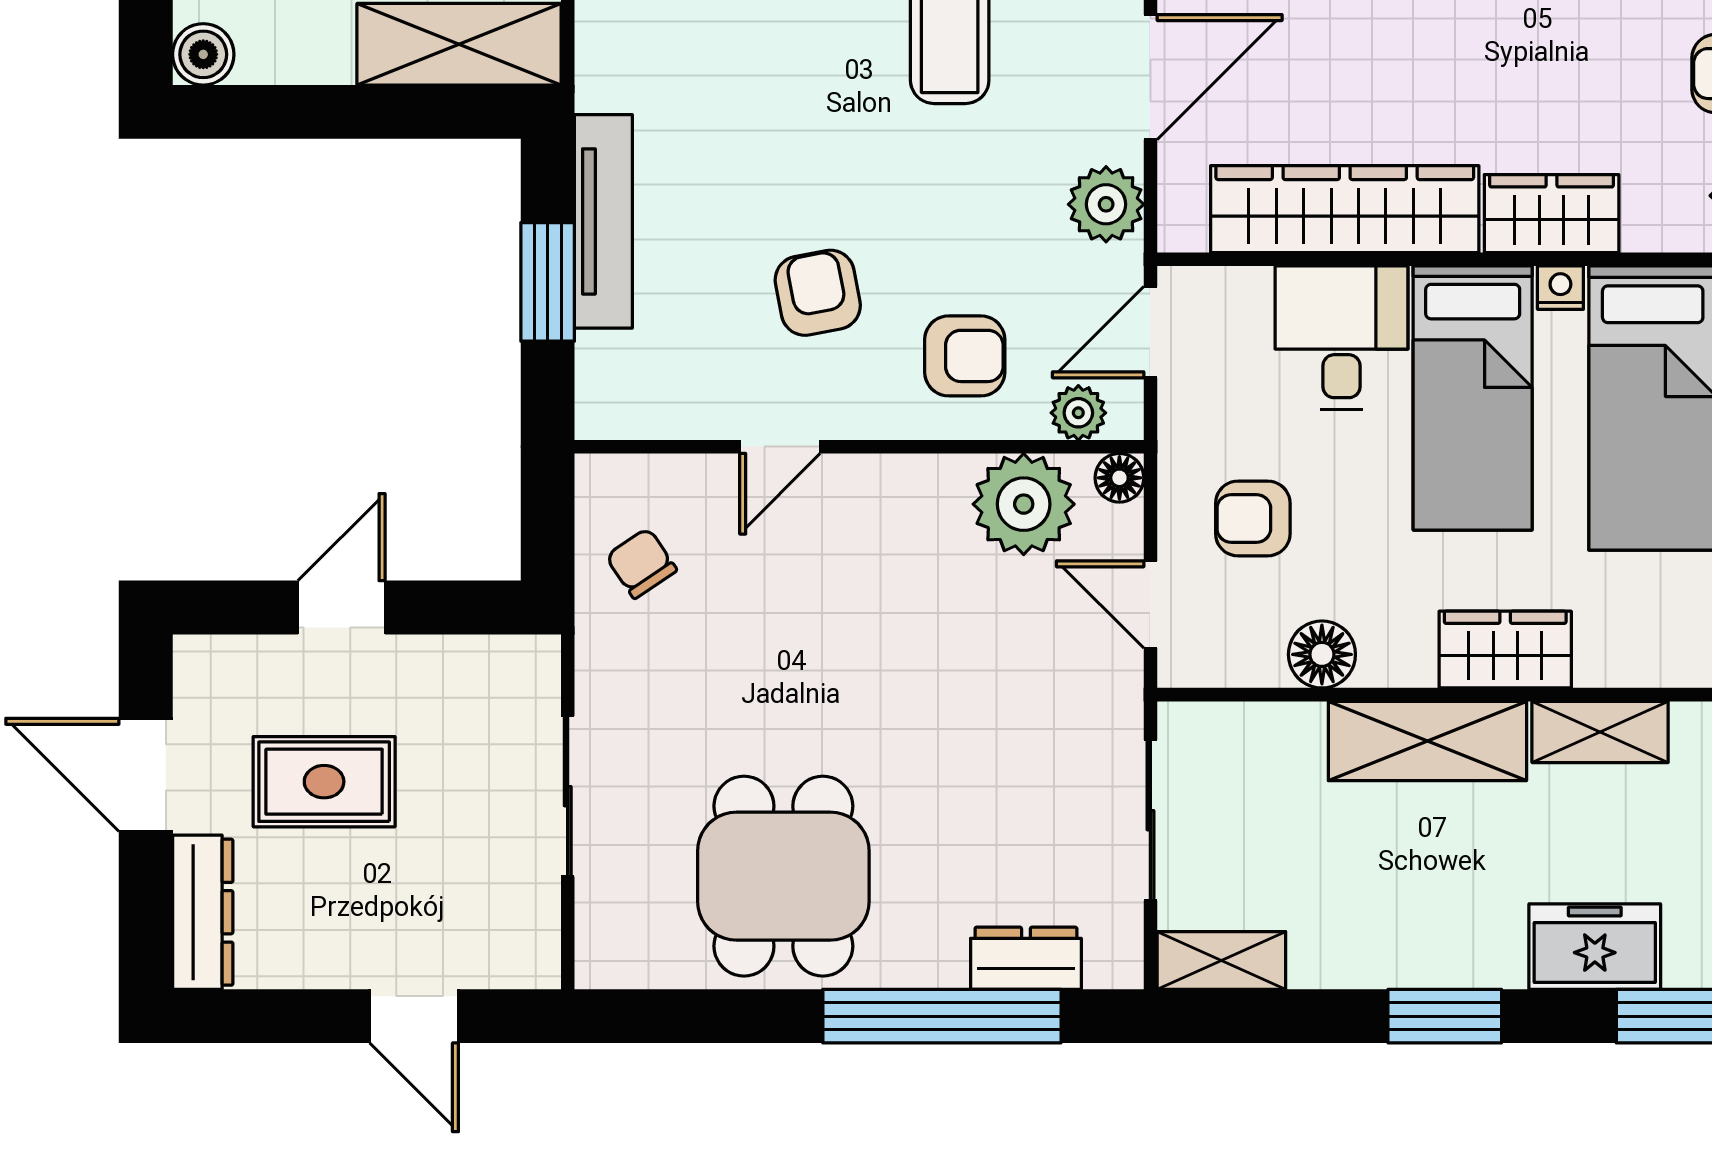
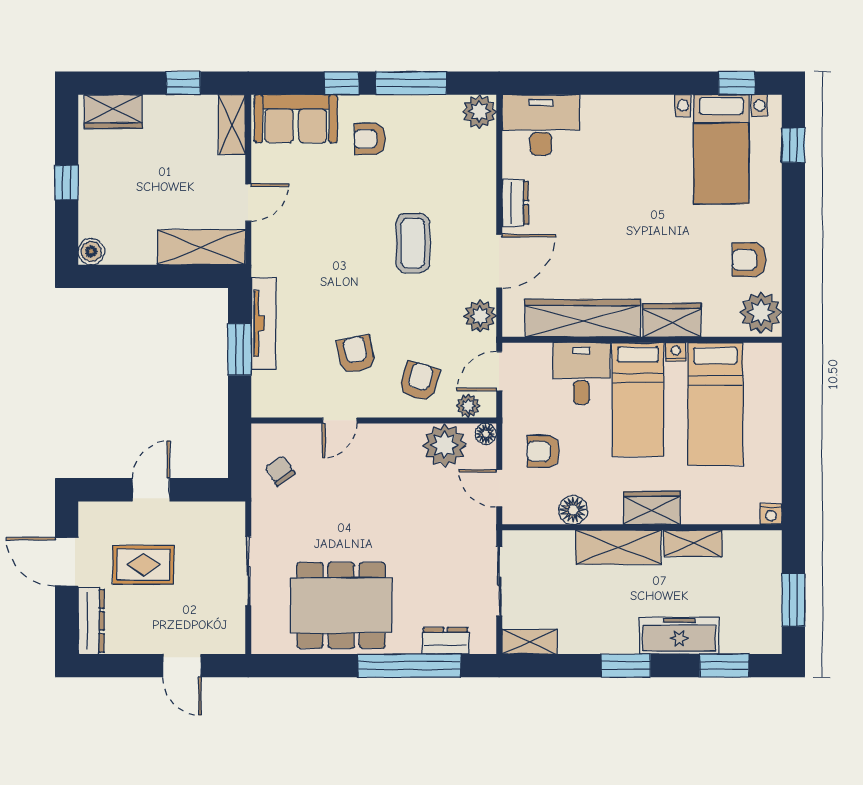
armchair: (965, 356) -> (419, 381), turned -73
dining table: (783, 876) -> (341, 605), width x1.38
freezer: (1595, 947) -> (679, 636), width x1.40

